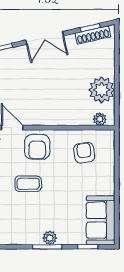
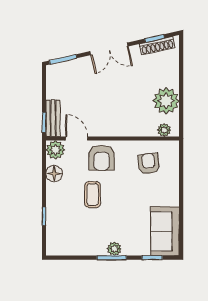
coffee table: (28, 184) -> (93, 195), turned 90

